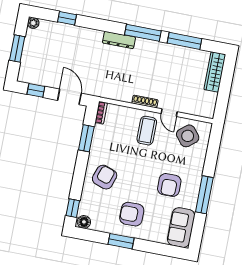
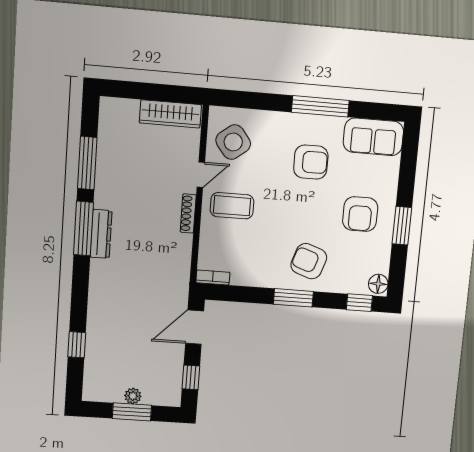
plant: (33, 23) -> (133, 396), moved
dresser: (119, 40) -> (101, 234), moved
wardrobe: (215, 72) -> (170, 114), moved
window: (86, 138) -> (293, 298), moved

